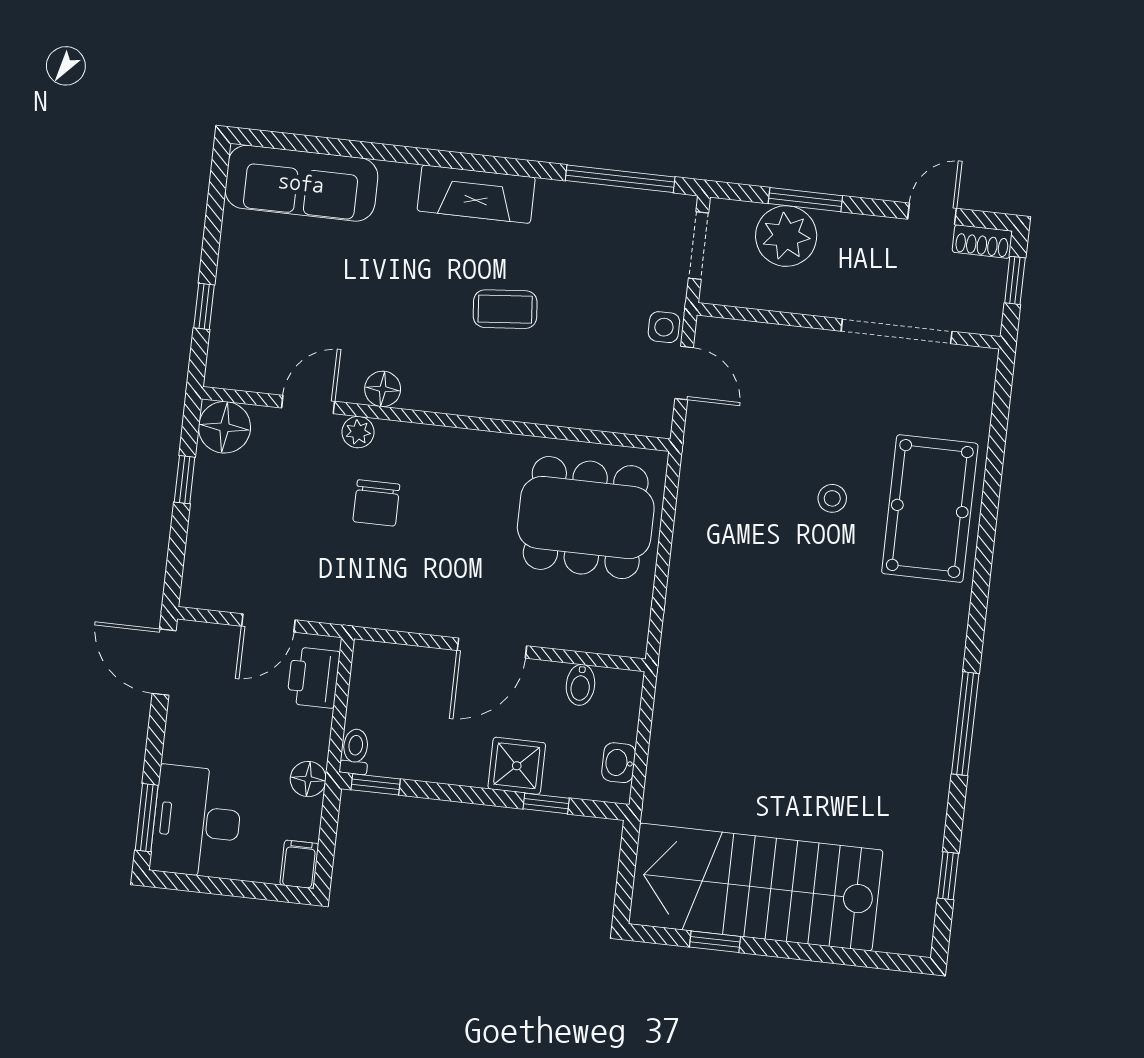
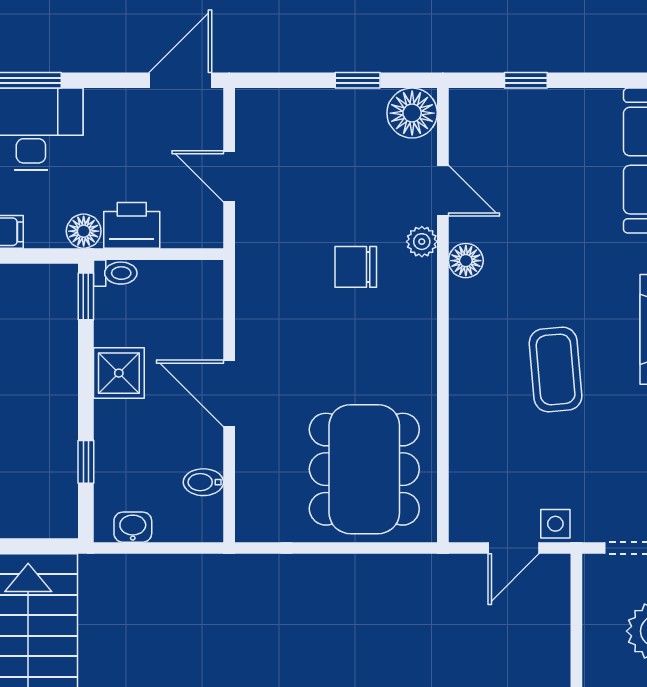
coffee table: (505, 309) -> (556, 369), width x1.36, depth x1.30
printer: (313, 677) -> (132, 225), moved
shower: (517, 766) -> (119, 373), moved

